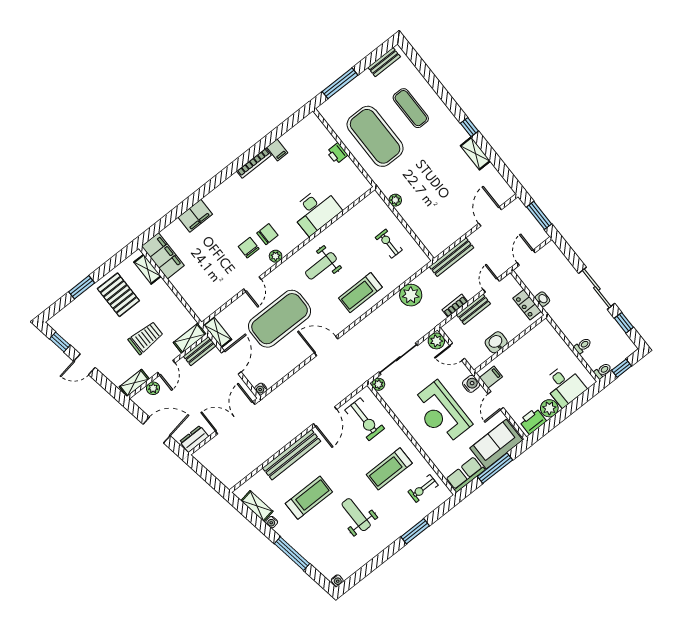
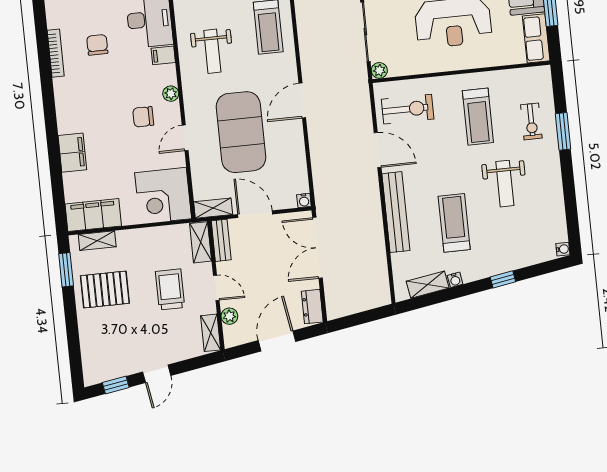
filing cabinet: (277, 150) -> (163, 55), moved, turned 180
chair: (267, 234) -> (97, 45), moved
door: (252, 284) -> (185, 138), swing flipped
window: (82, 287) -> (66, 270), moved
corner desk: (205, 294) -> (163, 196), added
exercise bike: (423, 488) -> (531, 121), moved
weight bench: (356, 515) -> (505, 184), turned -90
window: (292, 554) -> (503, 279), width x0.46

